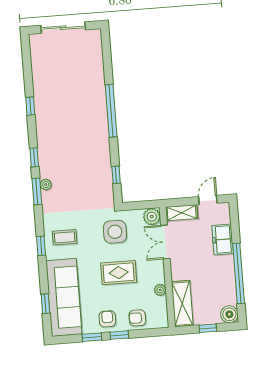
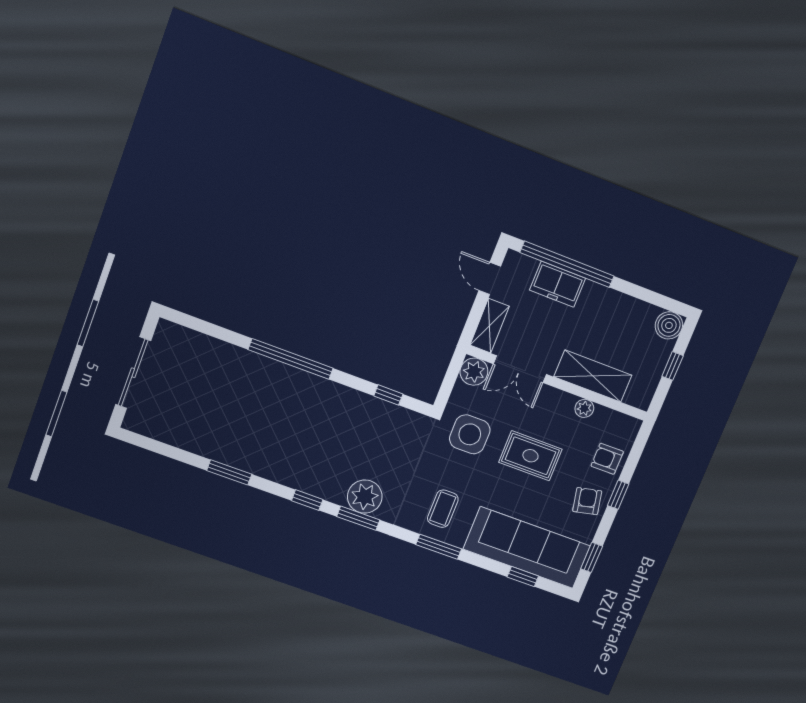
window: (30, 106) -> (229, 472), width x1.50
plant: (46, 185) -> (365, 497), width x1.88, depth x1.88
window: (41, 246) -> (439, 547), width x1.50
rug: (119, 273) -> (530, 456), turned 90
window: (239, 273) -> (567, 264), moved
shelving: (182, 304) -> (593, 376), moved
armchair: (137, 318) -> (607, 459), turned 90
armchair: (107, 319) -> (587, 501), turned 78
window: (92, 337) -> (592, 558), moved

